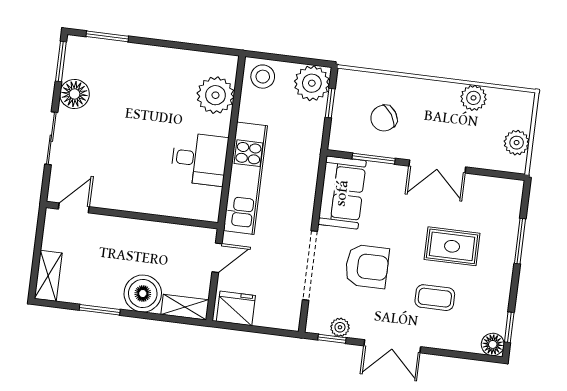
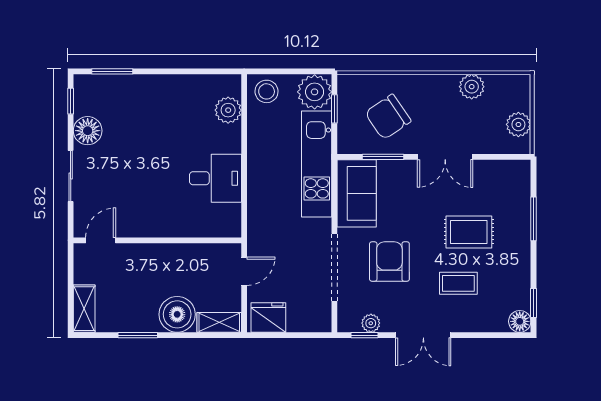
window: (61, 61) -> (71, 101), width x0.67
plant: (215, 95) -> (228, 110), width x0.73, depth x0.73
chair: (384, 118) -> (388, 117), width x1.37, depth x1.37
kitchen unit: (245, 178) -> (317, 164), moved, turned 180
armchair: (367, 266) -> (389, 261), turned -90

